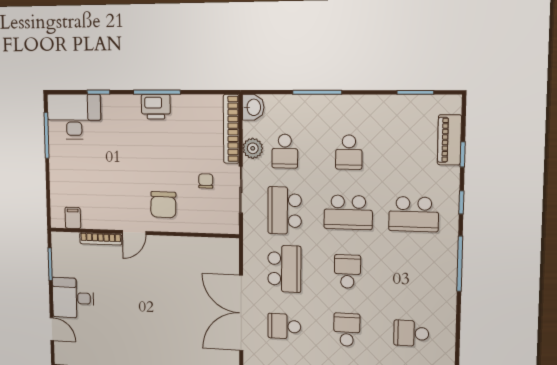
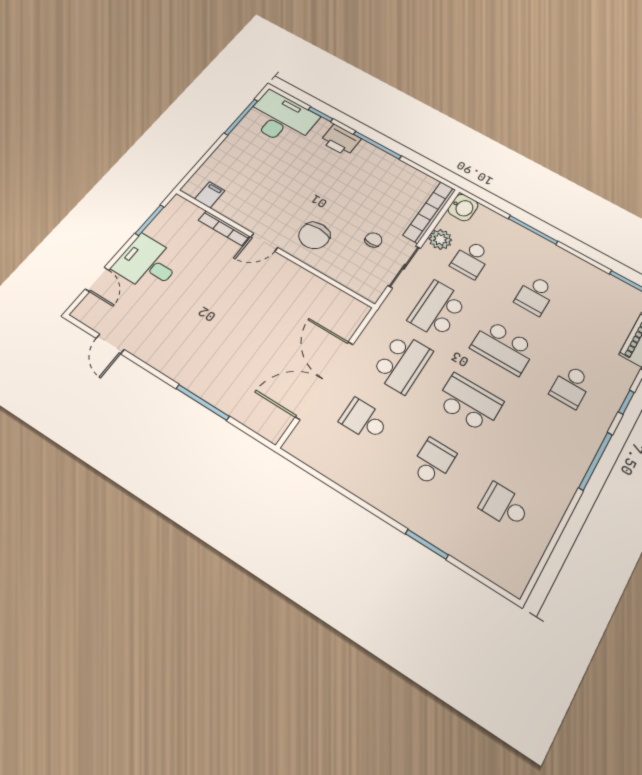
printer: (156, 107) -> (341, 140), moved
school desk: (414, 214) -> (571, 386), width x0.54
school desk: (347, 271) -> (469, 403), width x1.85

